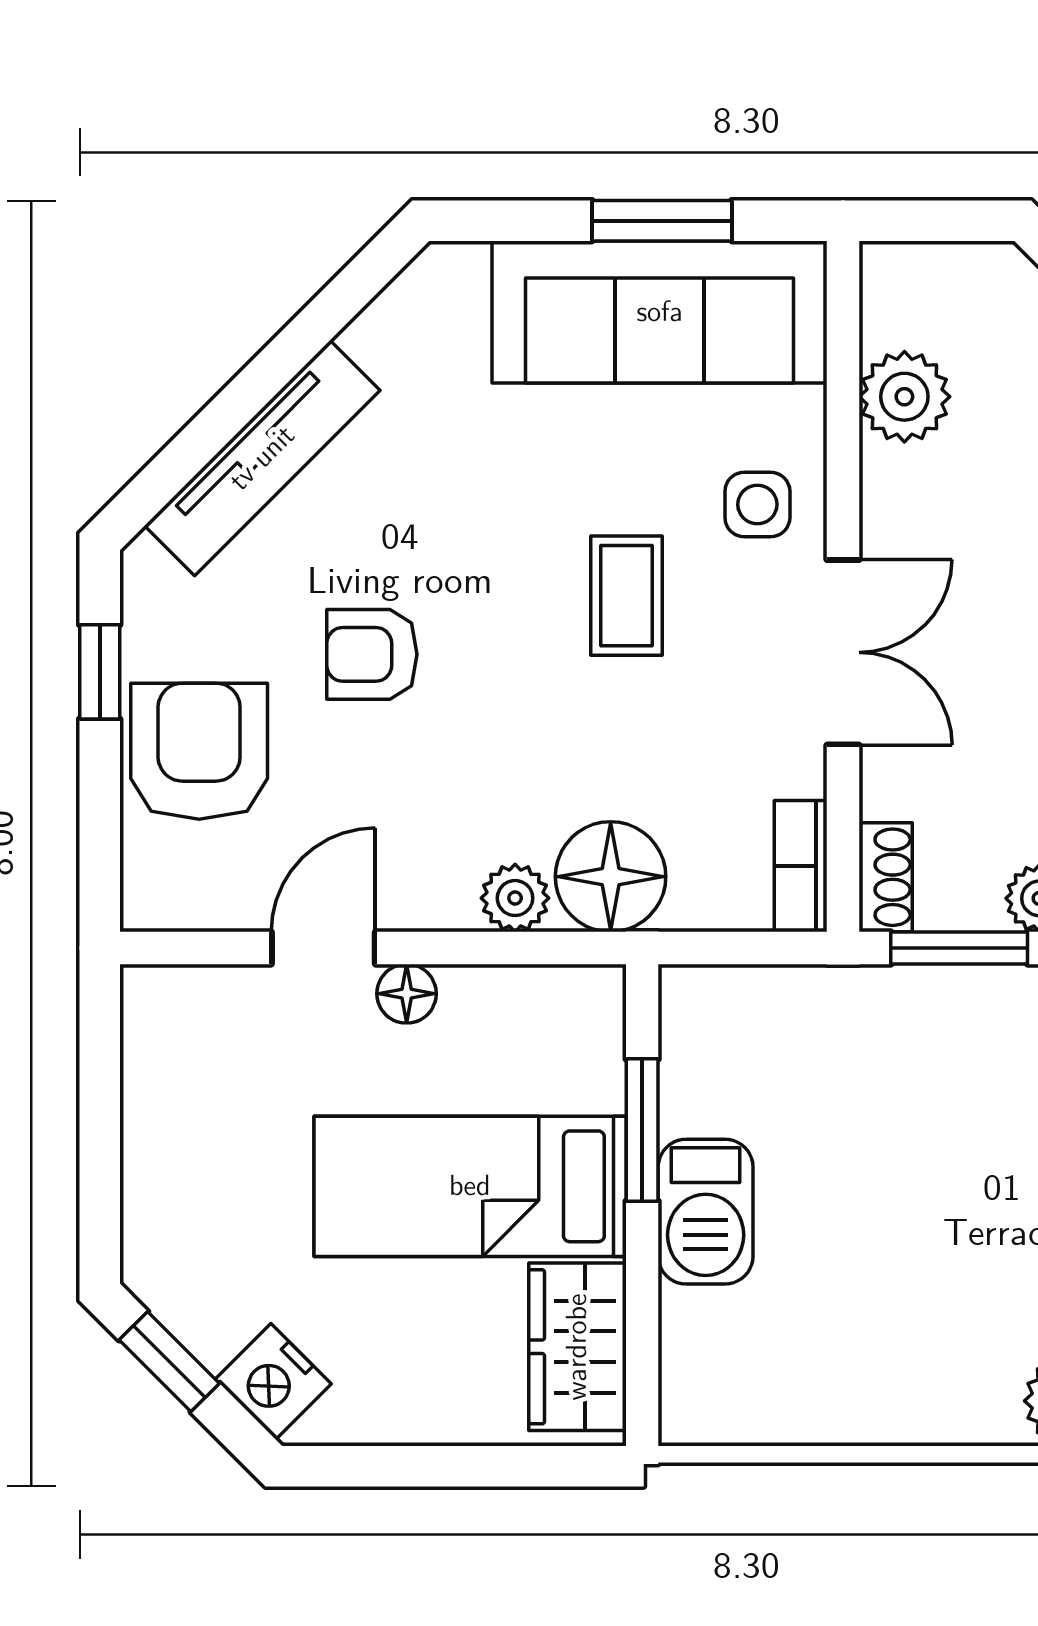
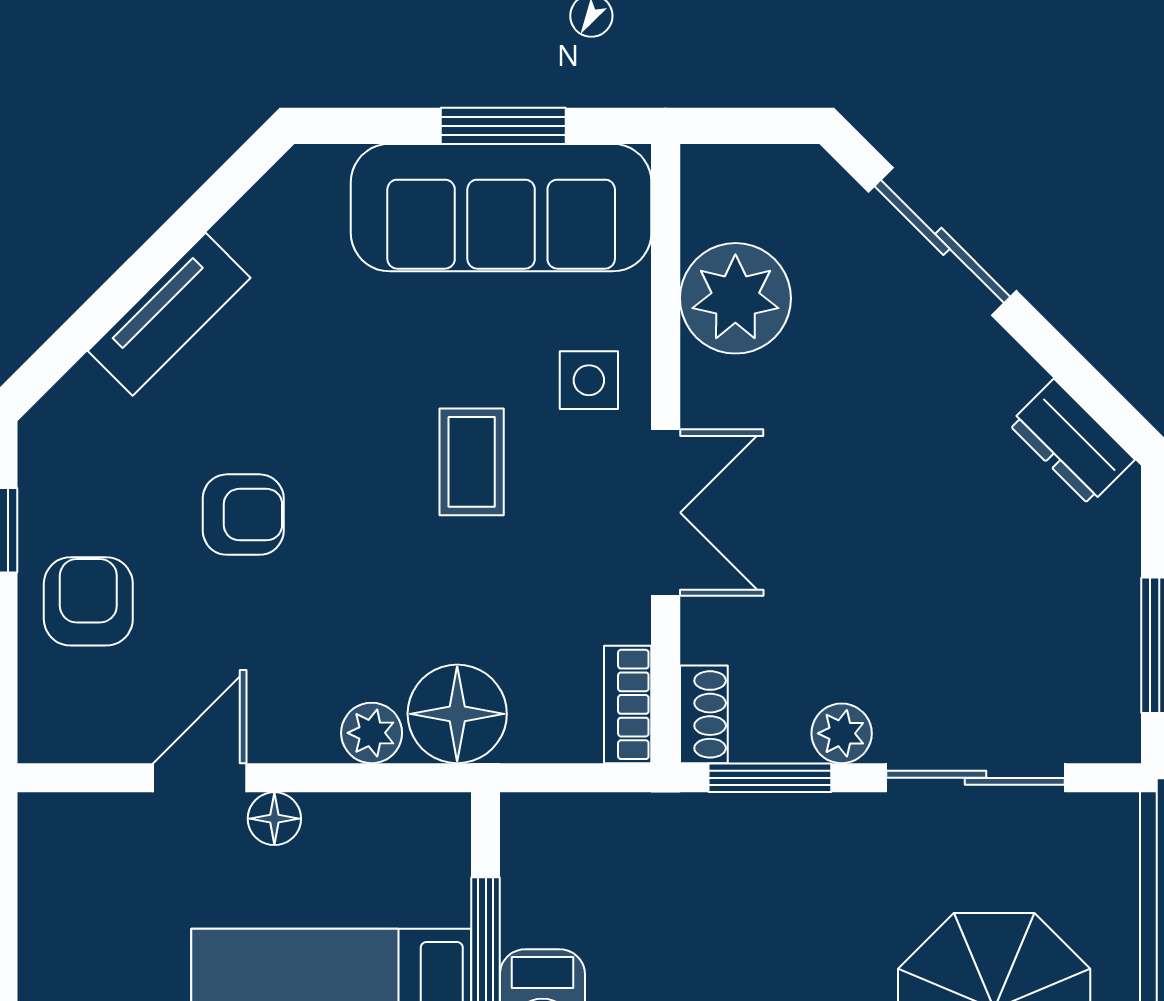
plant: (904, 397) -> (735, 298), width x1.36, depth x1.36
tv unit: (262, 458) -> (169, 314), width x0.71
armchair: (372, 654) -> (243, 515), turned 180
armchair: (199, 751) -> (88, 601), width x0.72, depth x0.72

